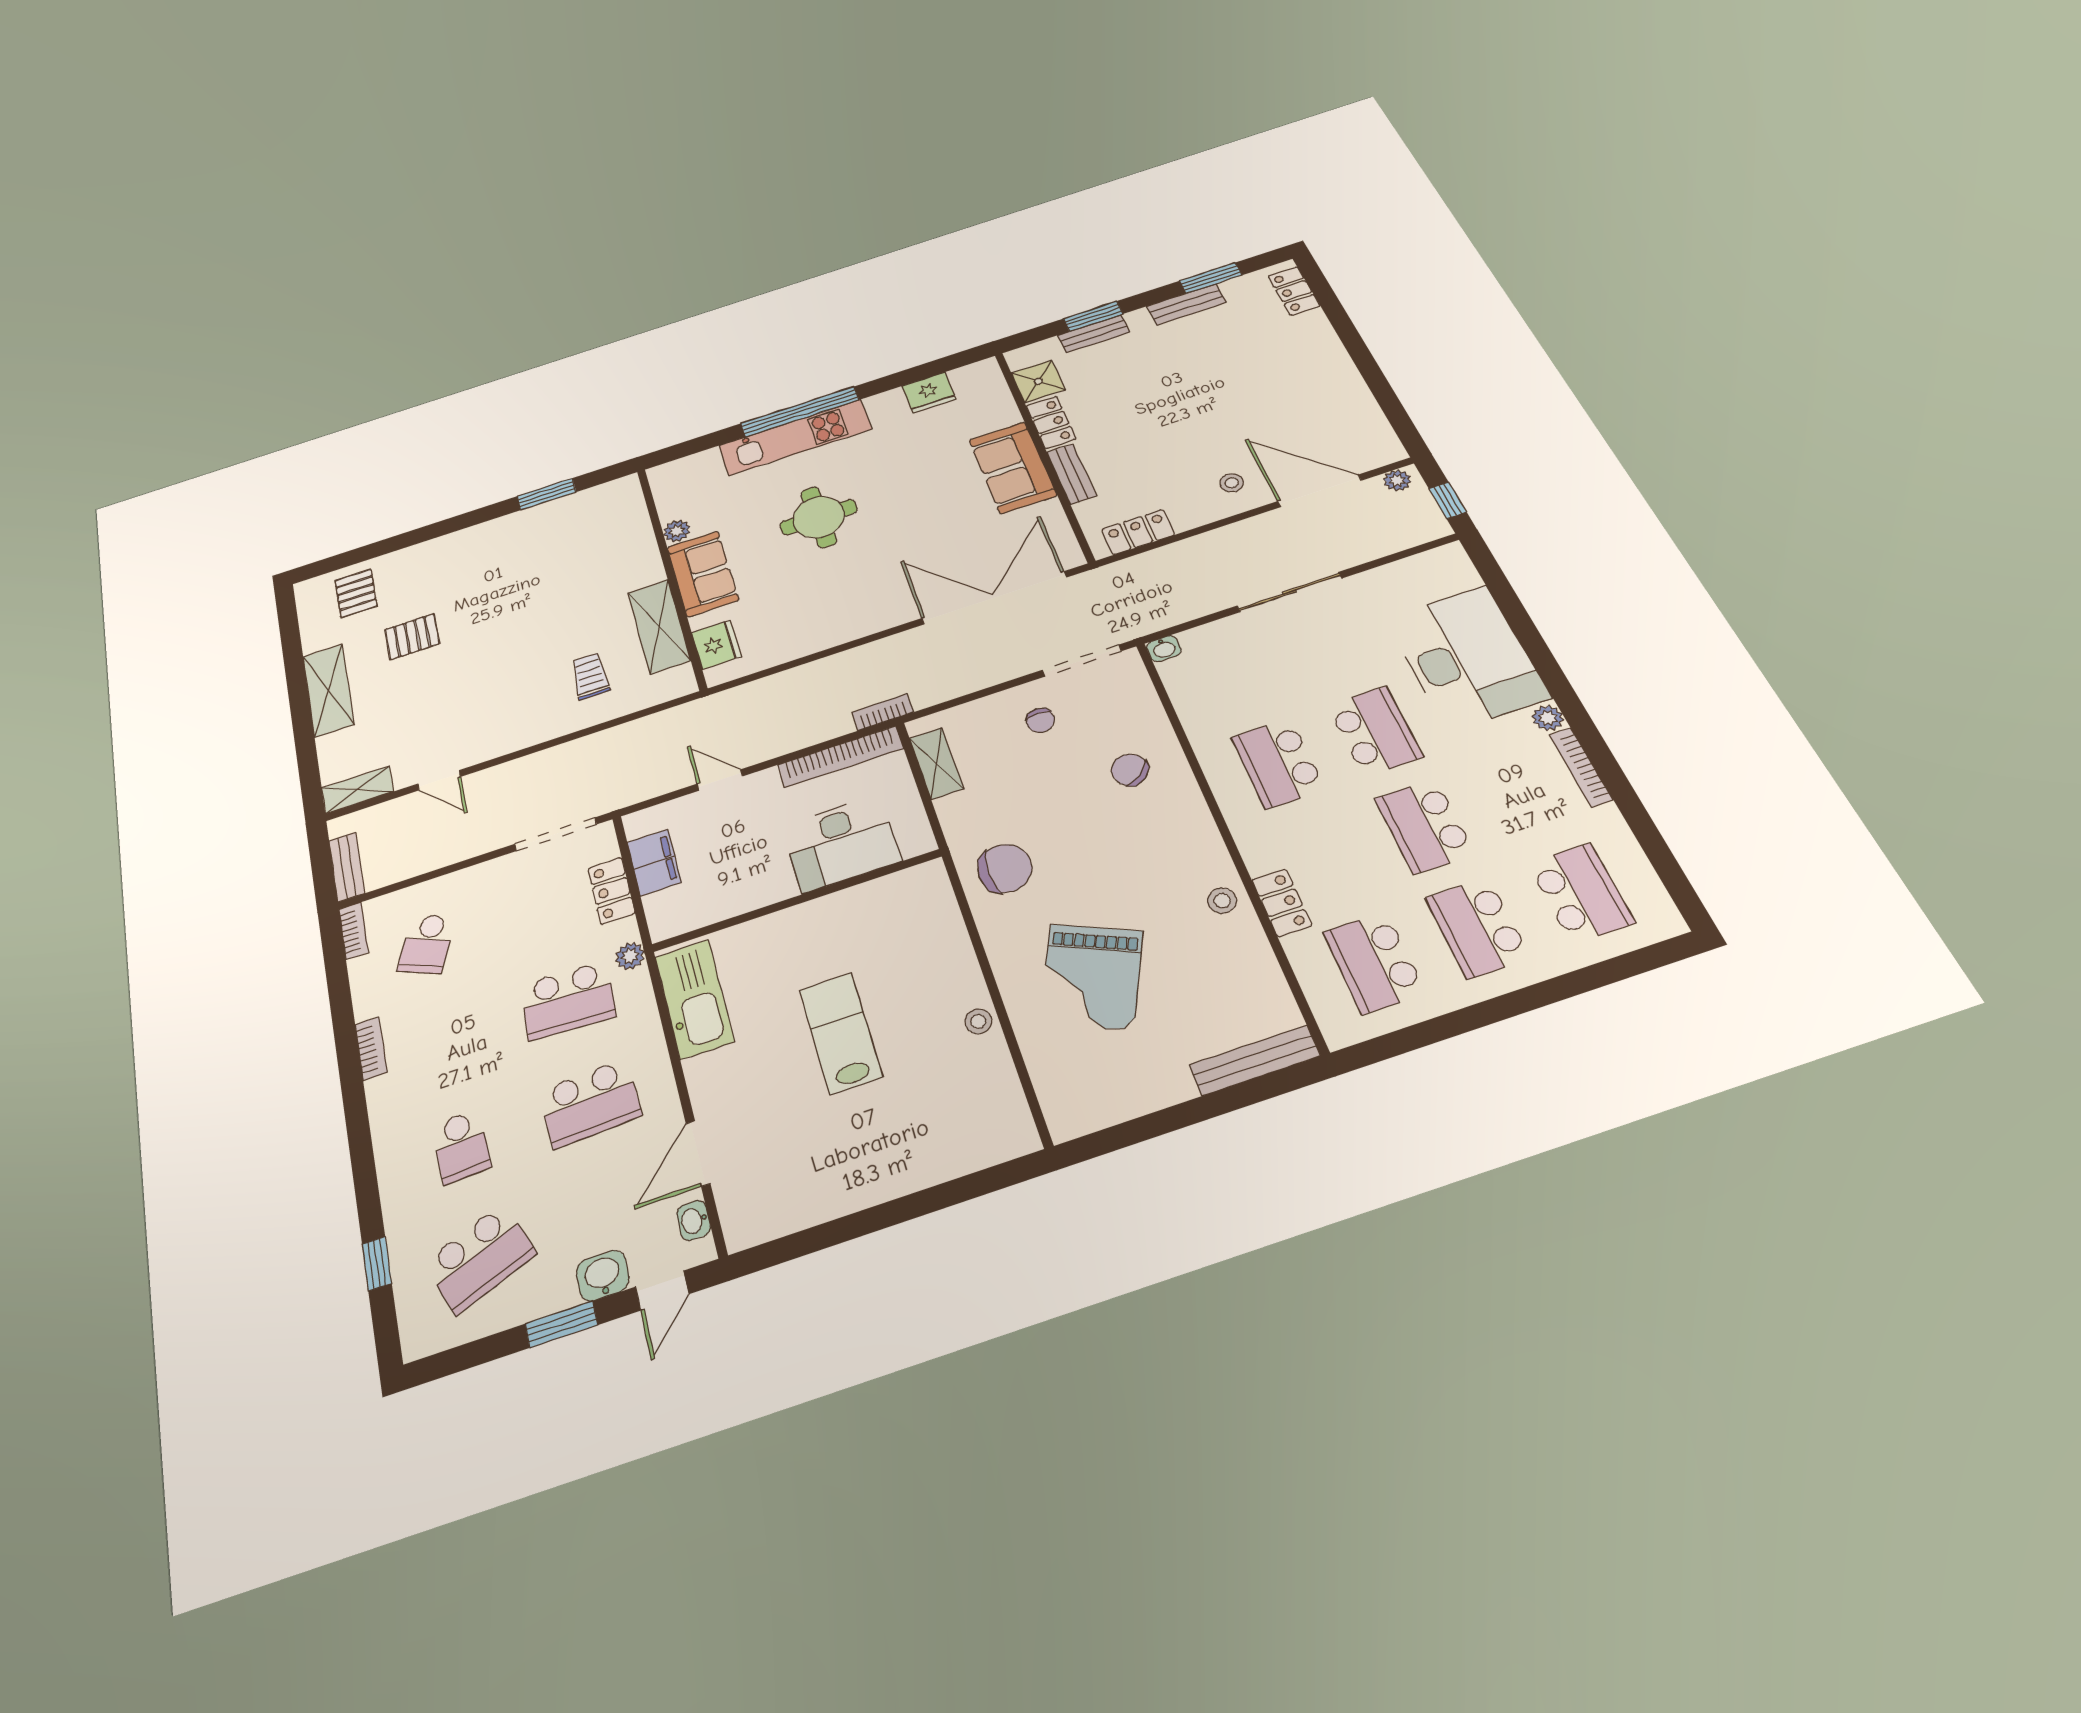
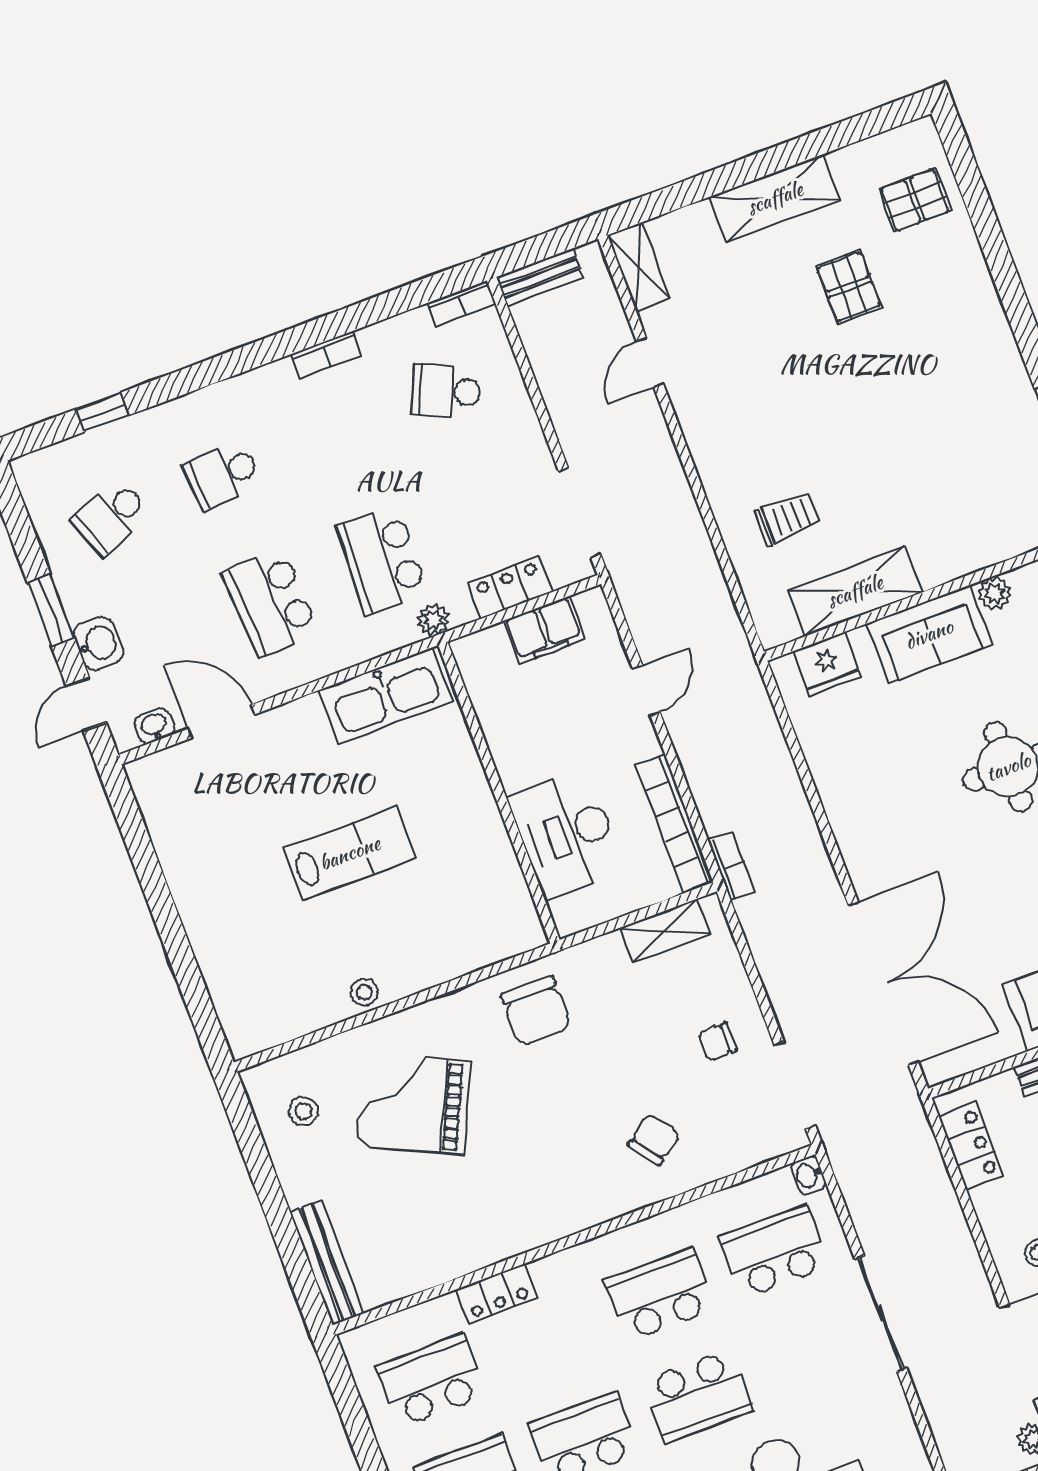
school desk: (1235, 673) -> (774, 1252), added
stool: (1222, 901) -> (304, 1111), moved
school desk: (480, 1258) -> (111, 517), width x0.54
door: (662, 1290) -> (86, 704), hinge flipped

